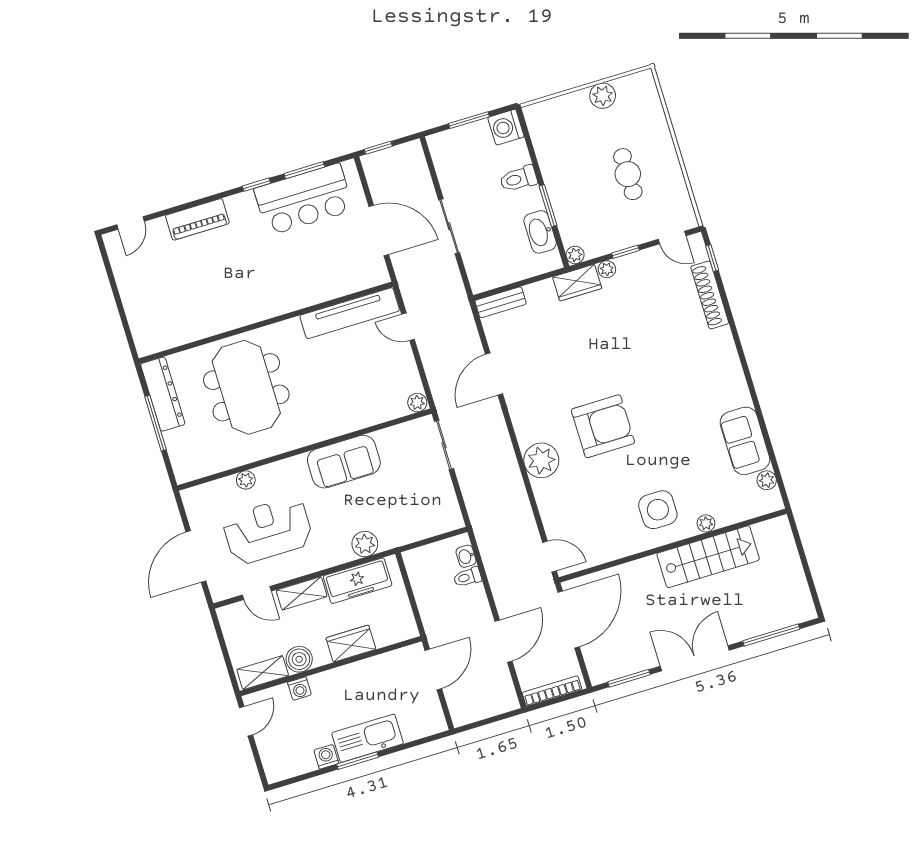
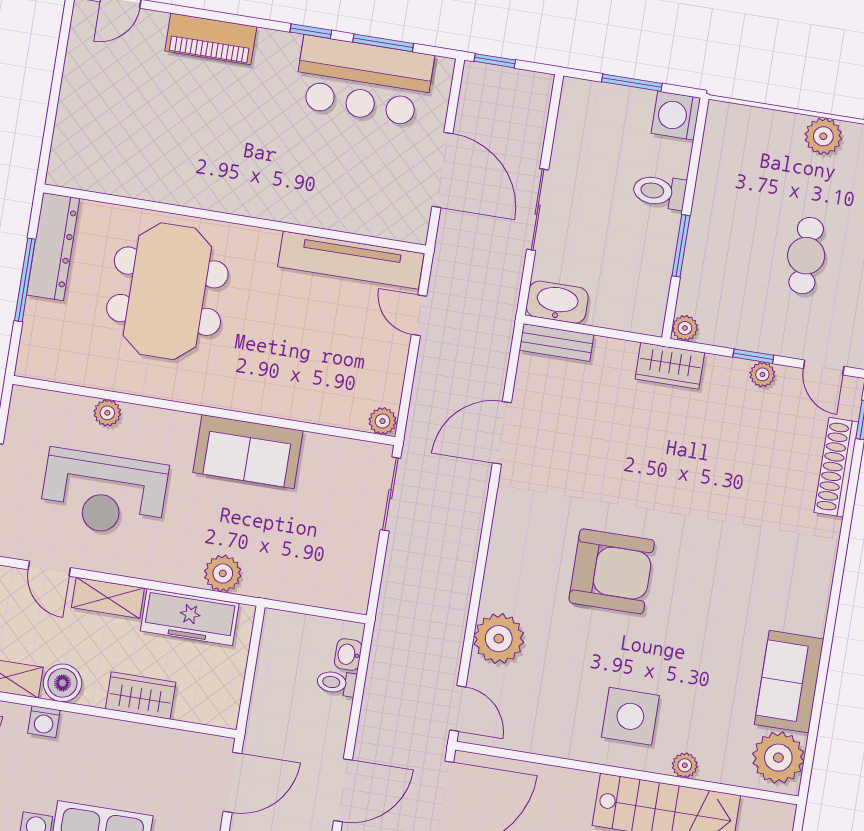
washbasin: (540, 232) -> (557, 302), moved, turned 90
plant: (607, 269) -> (762, 374), moved
plant: (541, 460) -> (499, 639), moved
plant: (767, 480) -> (778, 758), width x1.88, depth x1.88
reception desk: (268, 530) -> (104, 493), turned 180

